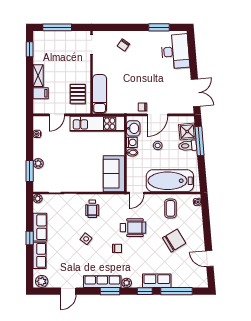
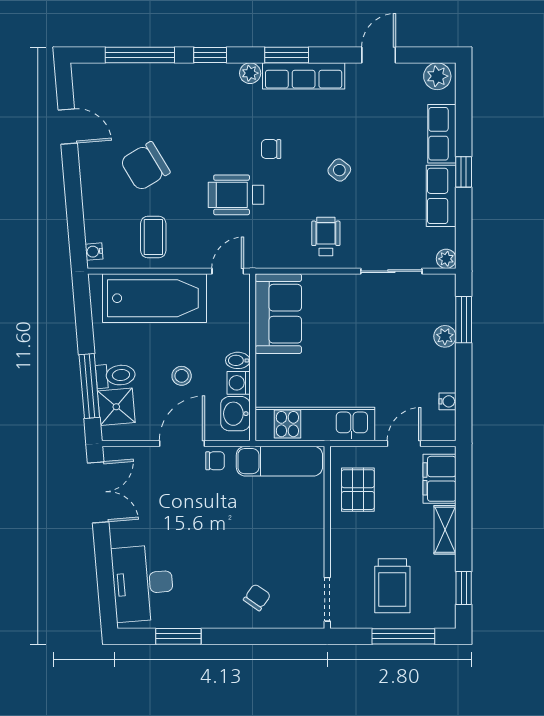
trolley: (62, 50) -> (392, 586), added
filing cabinet: (41, 93) -> (439, 479), width x2.00
double door: (195, 93) -> (98, 492), swing flipped
exam couch: (100, 94) -> (279, 461), moved, turned -90
row of seats: (157, 281) -> (183, 78), removed

